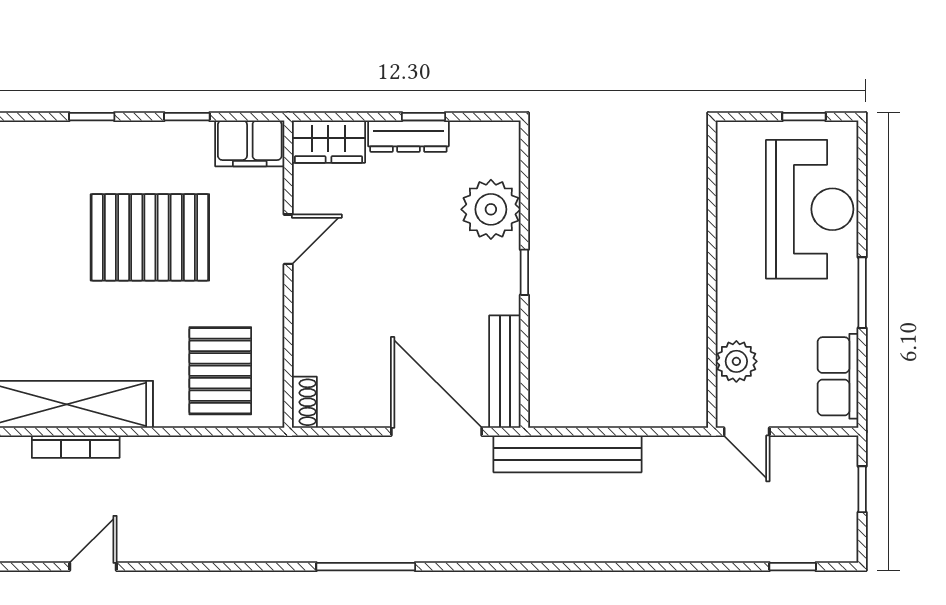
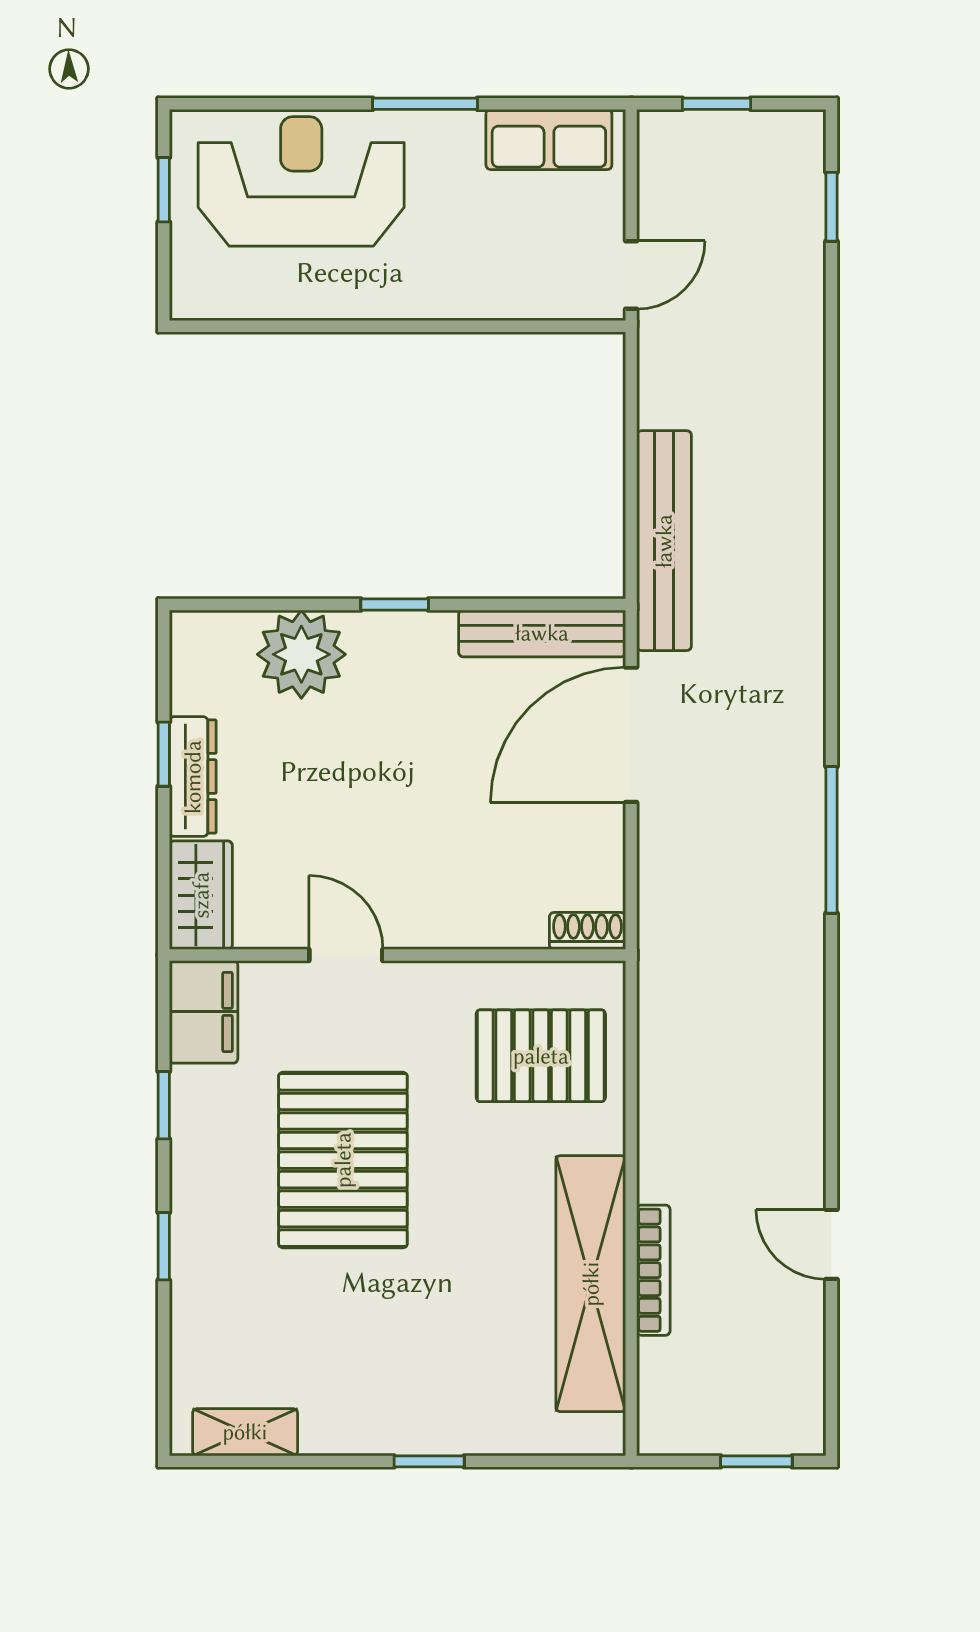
plant: (736, 361) -> (527, 290), removed

